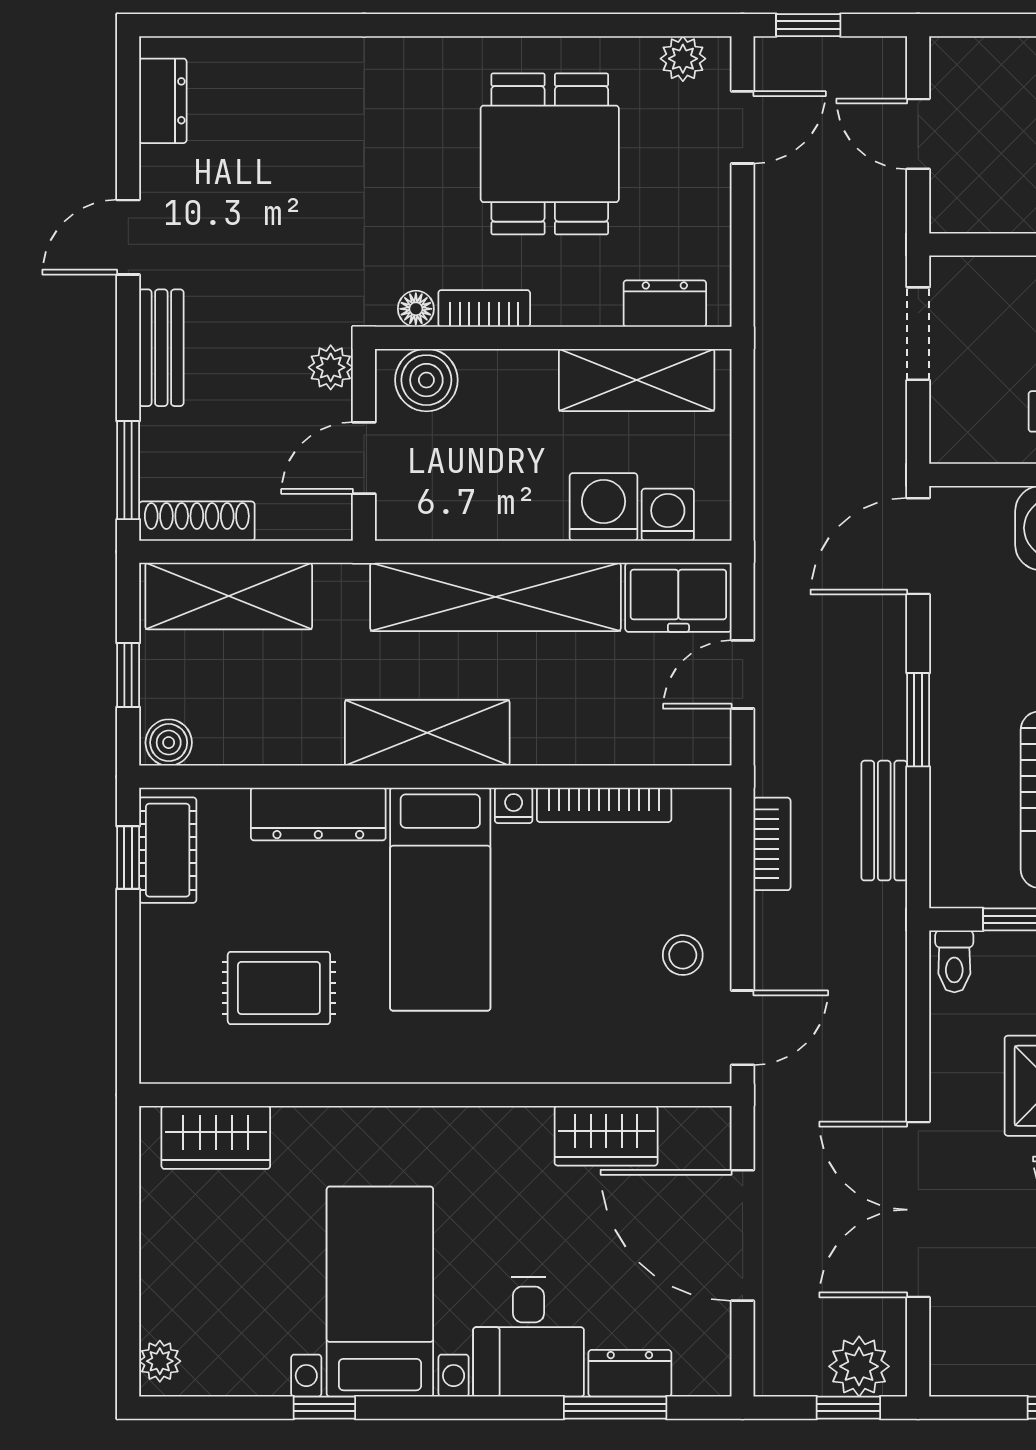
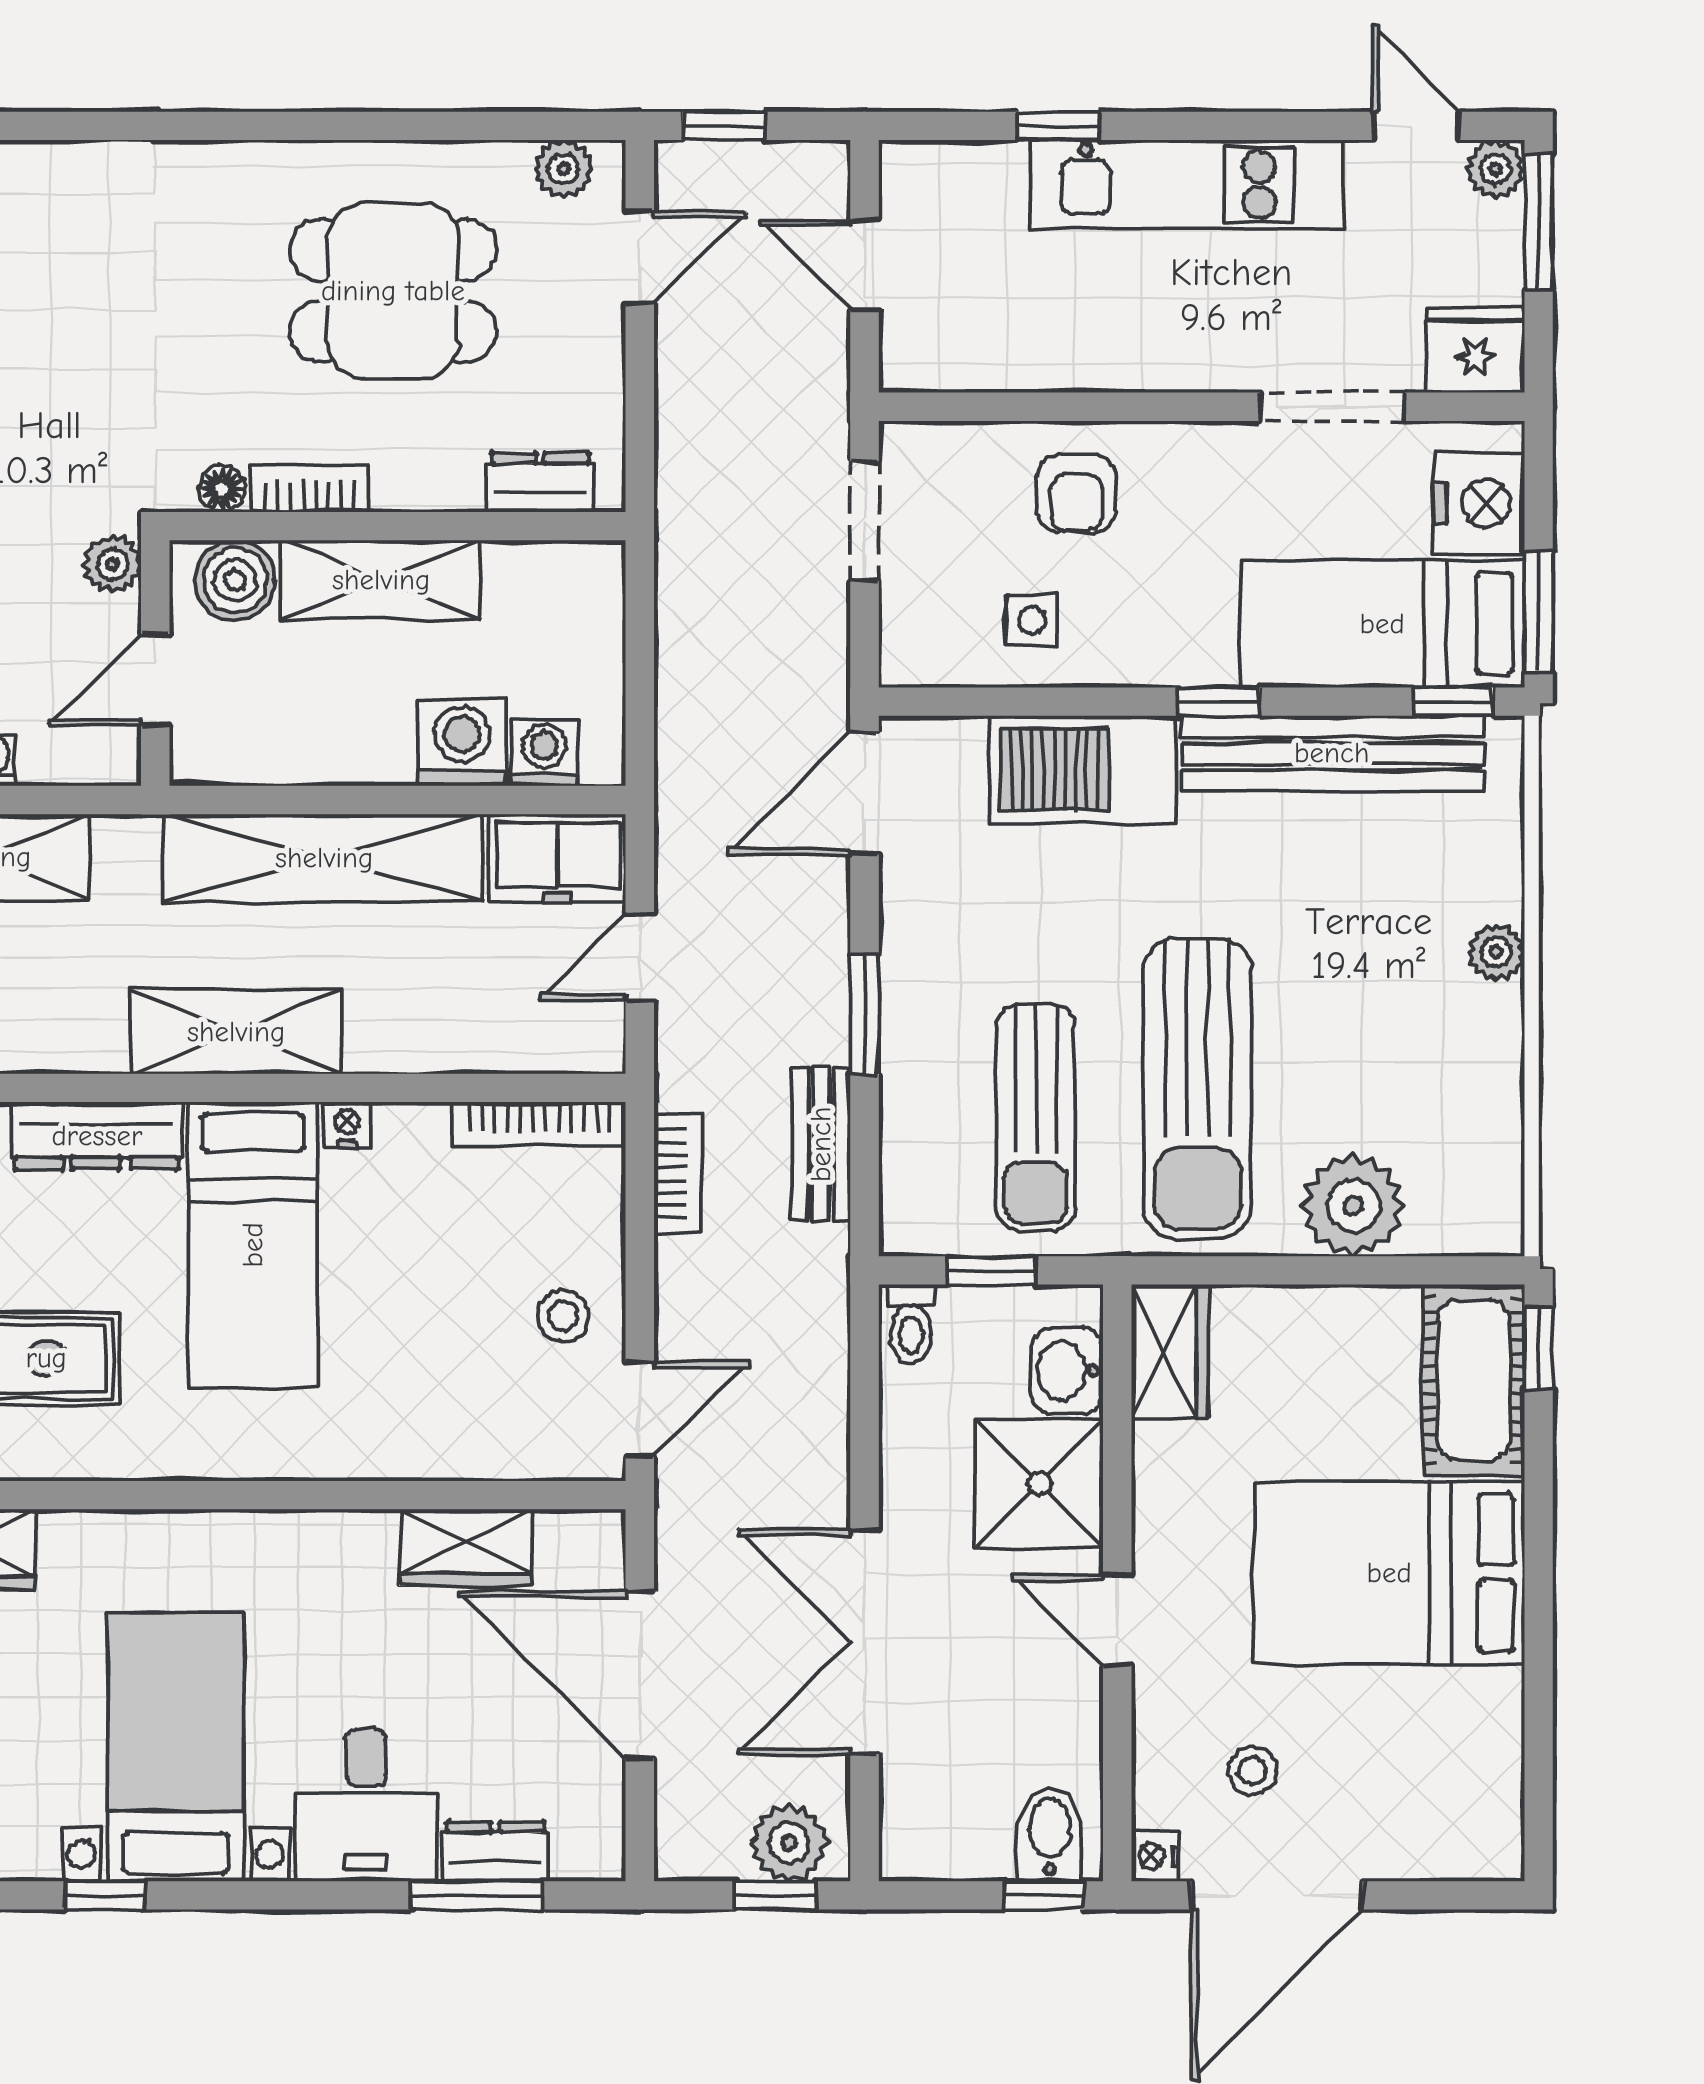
dining table: (550, 154) -> (393, 291), turned 90
shelving: (637, 380) -> (381, 580), moved
bookcase: (604, 805) -> (540, 1124), moved

